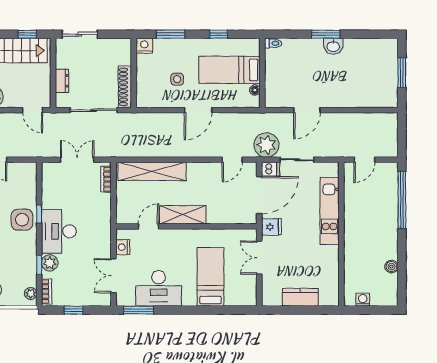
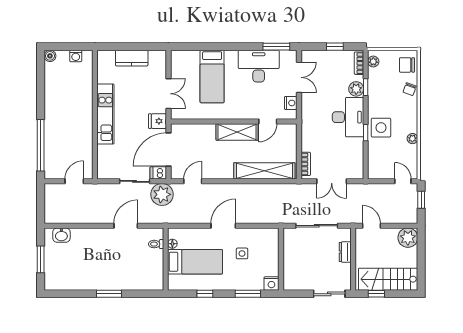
toilet: (273, 43) -> (156, 244), moved
washbasin: (333, 46) -> (61, 235), moved, turned 180
shoe rack: (125, 87) -> (289, 247), removed
kitchen unit: (330, 211) -> (105, 114), moved
boiler: (391, 267) -> (50, 56), moved

